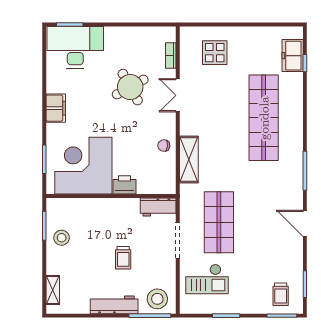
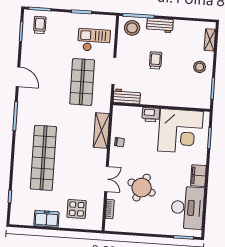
desk: (75, 47) -> (188, 208), moved, turned -90
freezer: (293, 56) -> (46, 219), moved, turned -90
round table: (130, 87) -> (142, 188), turned -38
stool: (62, 238) -> (200, 67), moved
workbench: (114, 305) -> (160, 25), width x0.73

